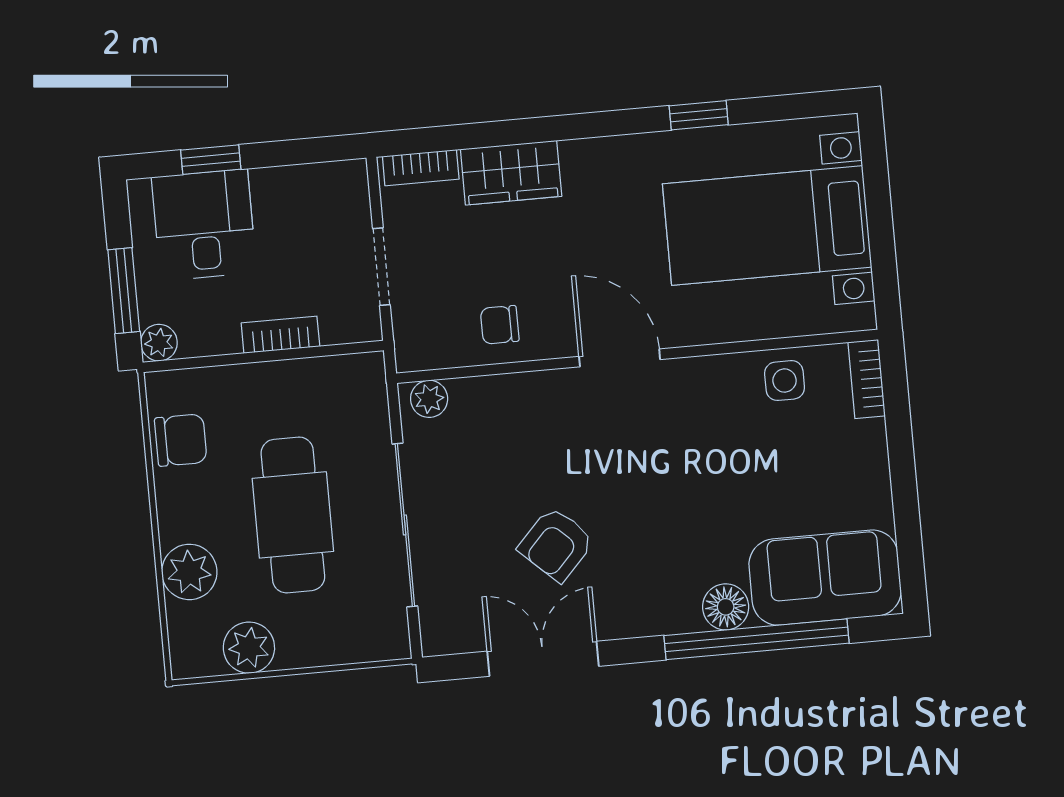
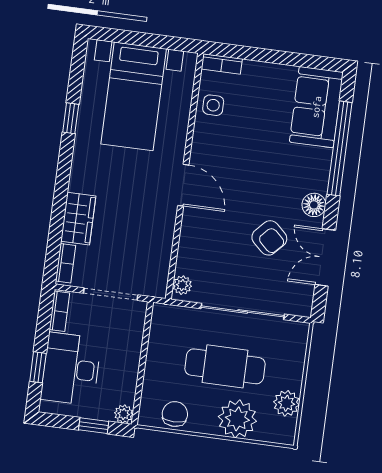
desk: (204, 225) -> (71, 369), width x1.37
doorway: (381, 267) -> (111, 294), width x1.38
window: (124, 291) -> (94, 426), width x0.67
chair: (500, 325) -> (153, 241), removed
bookcase: (280, 335) -> (59, 311), moved, turned 180
door: (620, 358) -> (183, 185), swing flipped
plant: (189, 572) -> (237, 419), width x1.36, depth x1.36
floor lamp: (726, 607) -> (314, 205), moved

